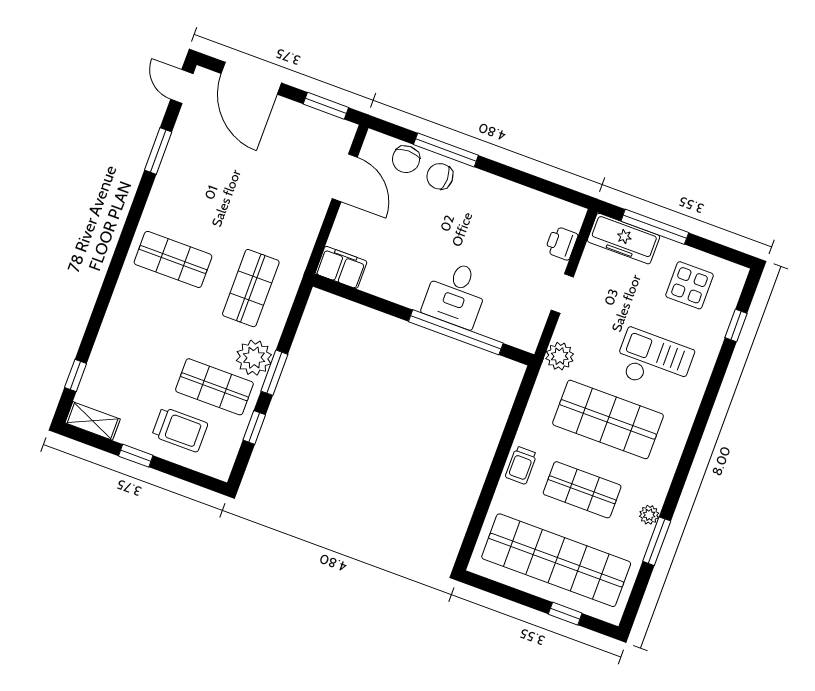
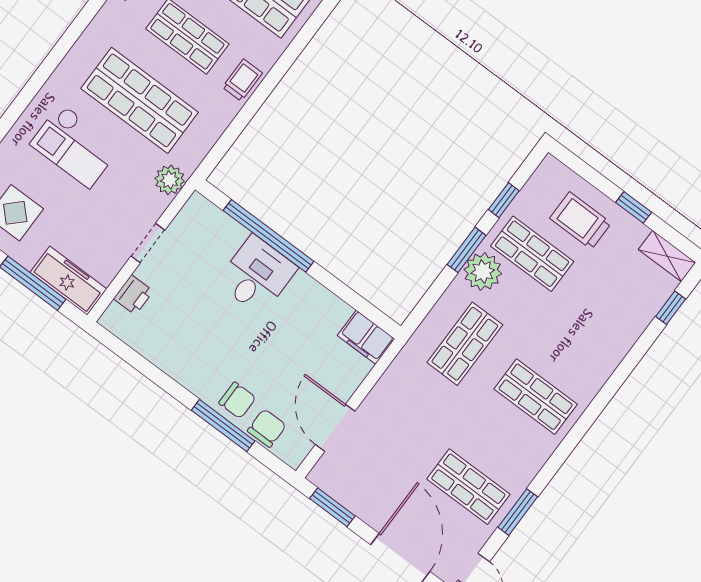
shop shelf: (209, 161) -> (468, 487), added

